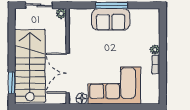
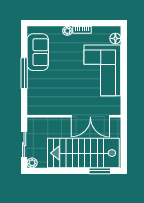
plant: (61, 13) -> (32, 163), moved
sofa: (111, 19) -> (38, 52), moved
floor lamp: (82, 99) -> (115, 38), moved

